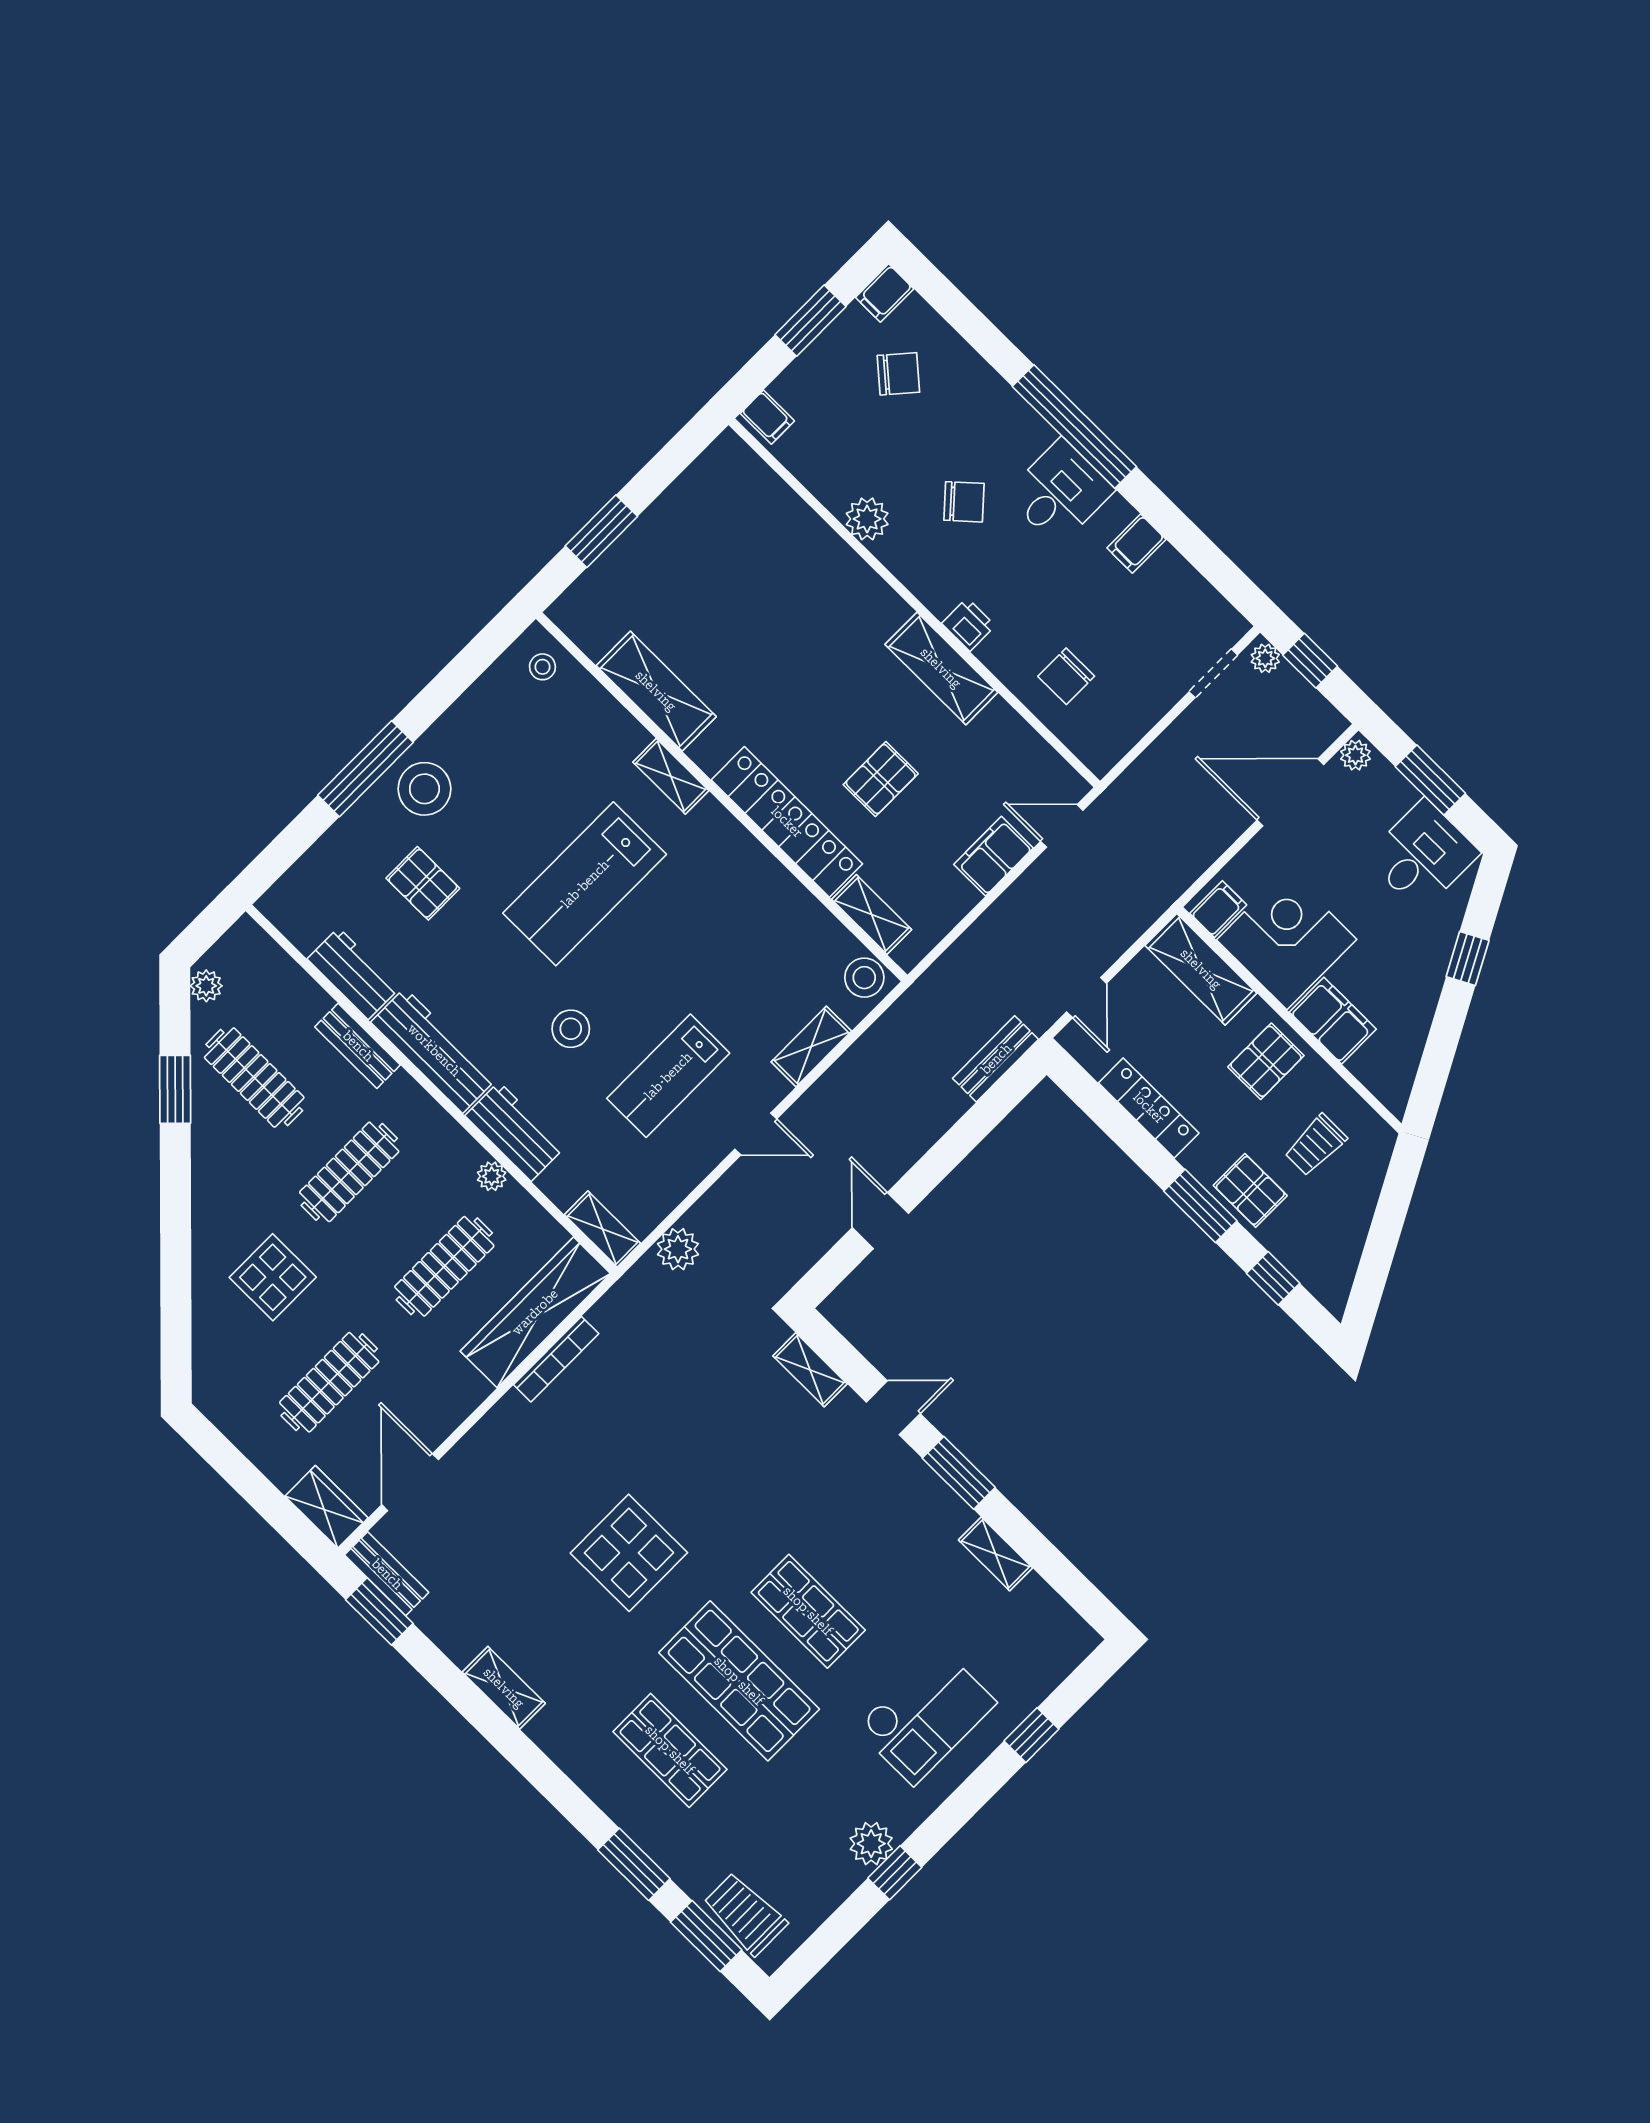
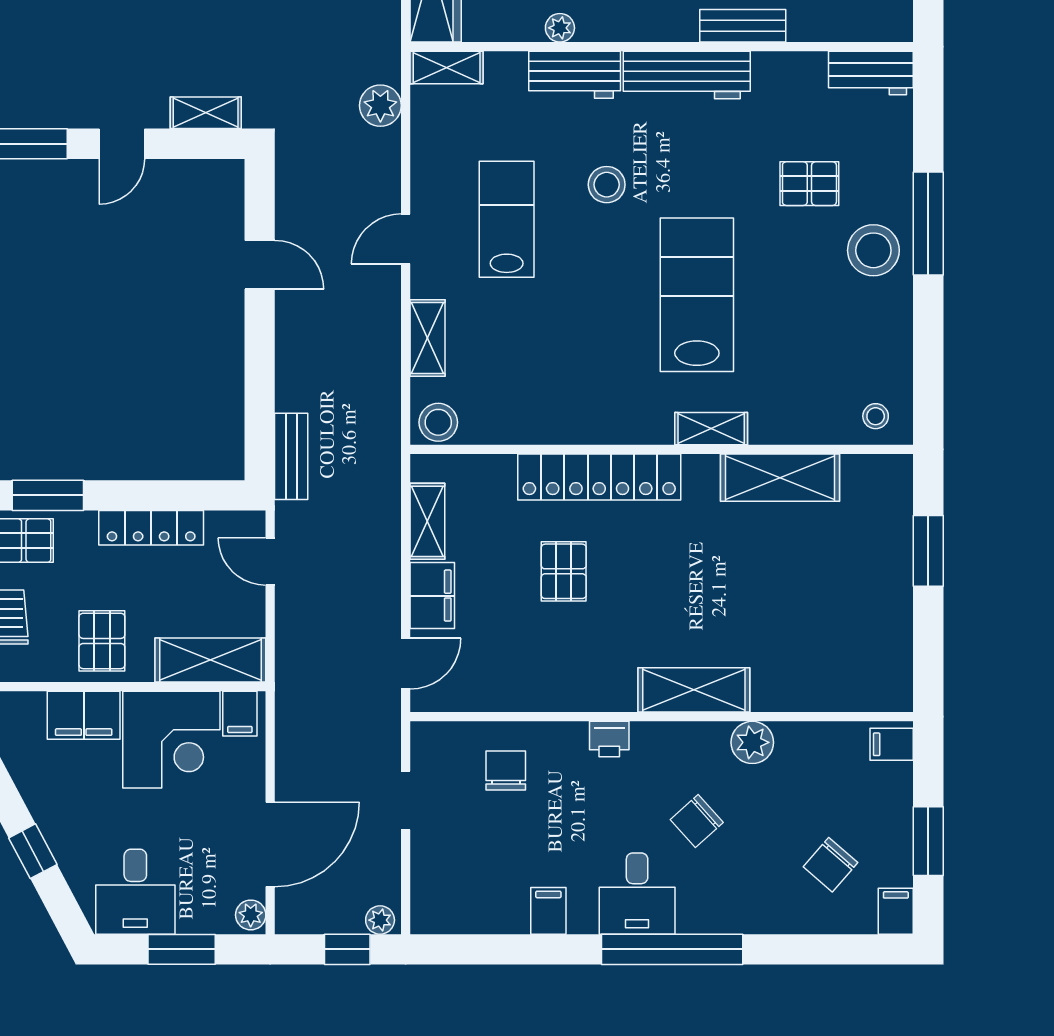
shelving: (941, 668) -> (694, 690), moved
doorway: (1213, 673) -> (406, 800), moved
shelving: (872, 914) -> (427, 521), moved, turned 90
workbench: (353, 974) -> (871, 73), moved

